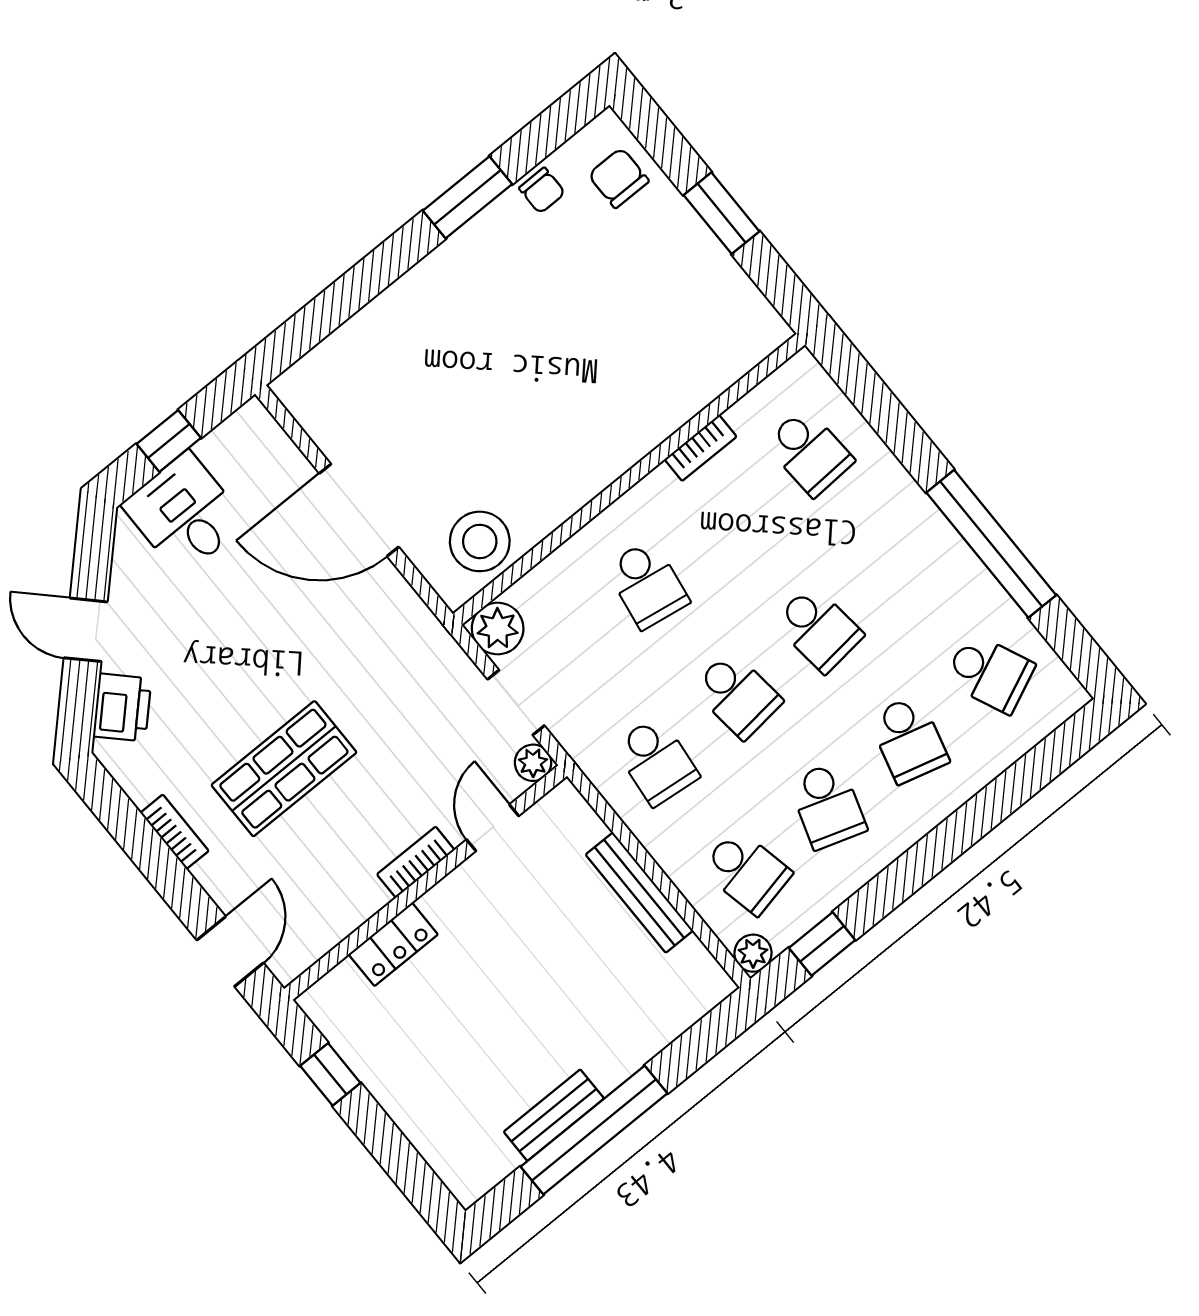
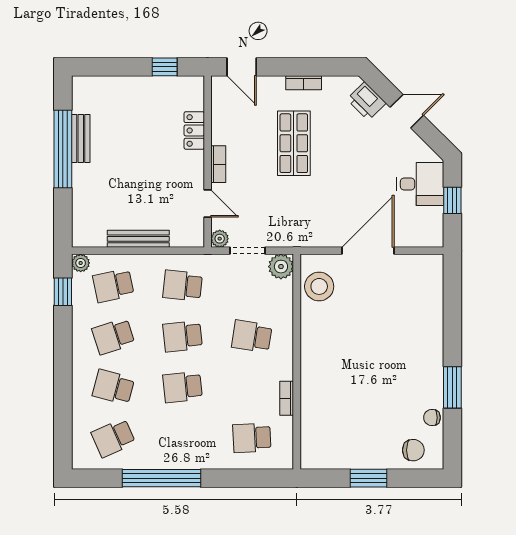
school desk: (827, 805) -> (113, 336), turned -36

